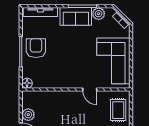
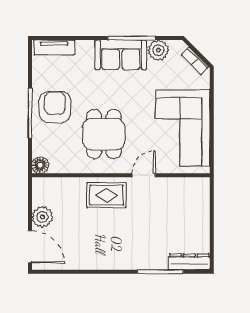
tv unit: (40, 12) -> (54, 48), width x0.71
dining table: (66, 64) -> (104, 134), added
door: (90, 89) -> (144, 175), swing flipped
rug: (118, 110) -> (107, 195), moved, turned 90

